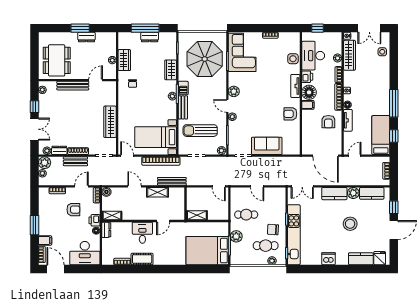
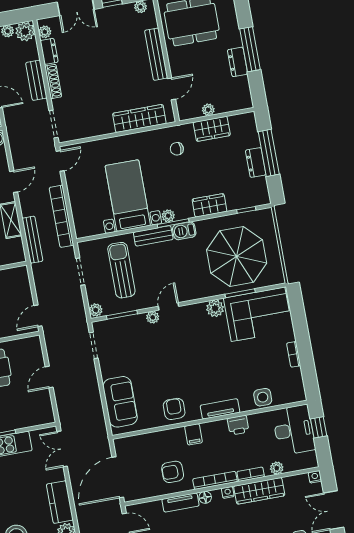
window: (80, 28) -> (250, 49), width x1.44
wardrobe: (350, 55) -> (259, 491), moved
desk: (313, 56) -> (294, 430), moved, turned 90
door: (96, 80) -> (171, 89), hinge flipped
plant: (234, 91) -> (215, 308), moved
floor lamp: (309, 92) -> (214, 433), removed
wardrobe: (110, 122) -> (139, 118), moved
bed with nightstands: (156, 137) -> (128, 196), moved
sofa: (267, 146) -> (120, 402), moved

